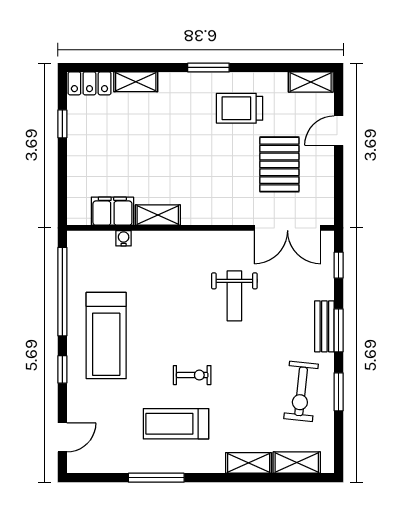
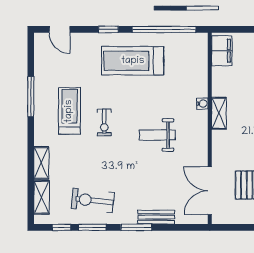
filing cabinet: (112, 211) -> (222, 51), moved
shelving: (158, 215) -> (219, 113), moved
water cooler: (124, 238) -> (202, 104), moved
window: (339, 265) -> (61, 227), moved
weight bench: (234, 296) -> (157, 135), moved
bench: (324, 326) -> (156, 217), moved

